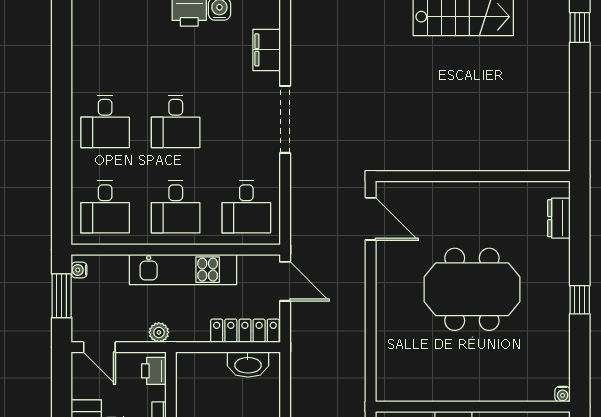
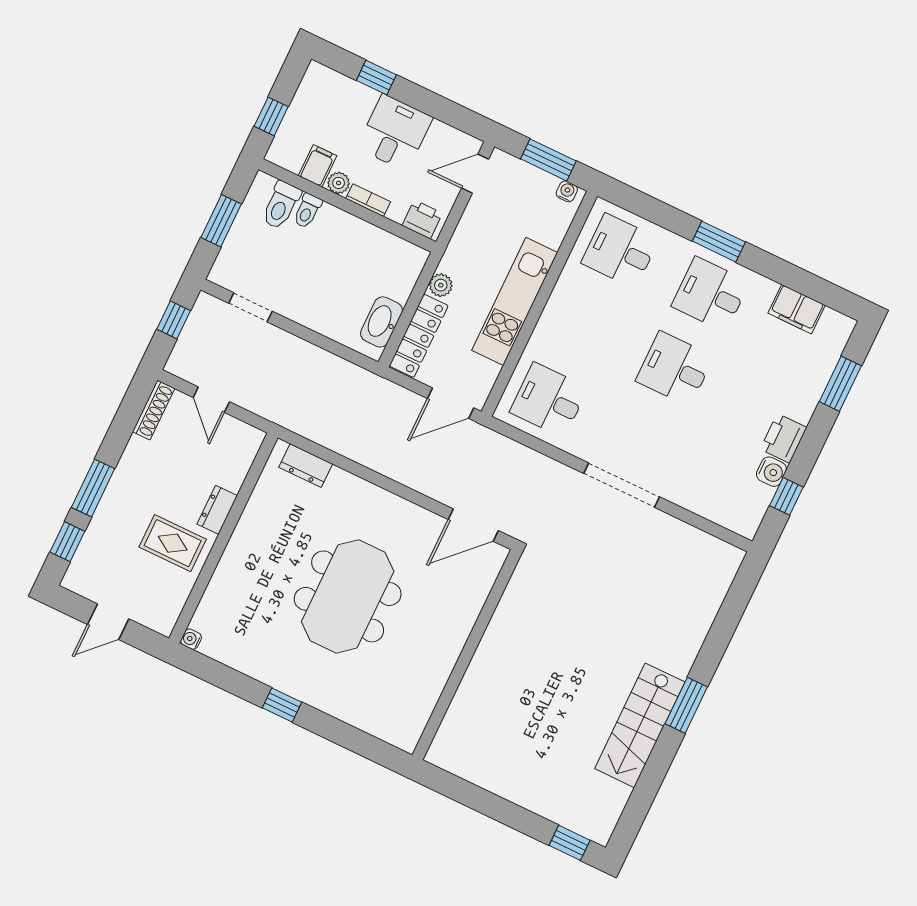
filing cabinet: (267, 50) -> (797, 309), moved, turned 180
window: (62, 134) -> (719, 242), added
desk: (176, 207) -> (585, 325), removed
dresser: (559, 218) -> (306, 466), moved, turned 180
plant: (159, 332) -> (441, 285), moved

